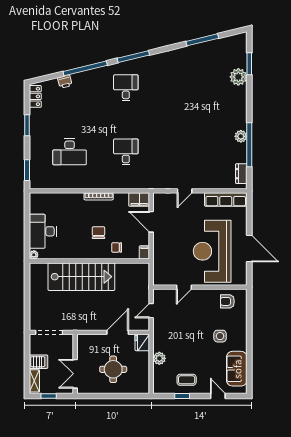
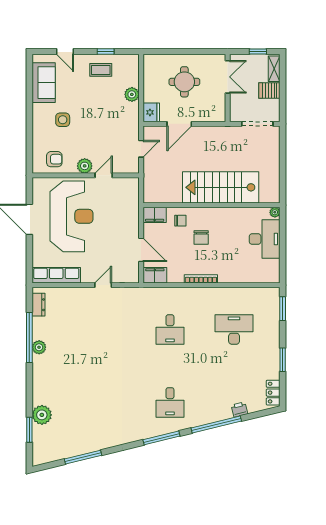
filing cabinet: (144, 252) -> (155, 215), width x2.00
plant: (201, 296) -> (85, 166), added

